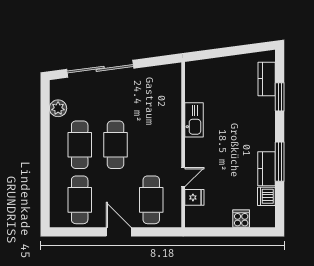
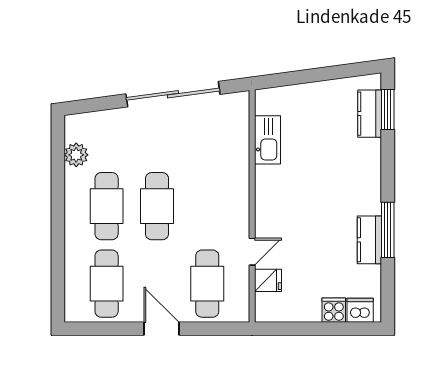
sliding door: (100, 69) -> (173, 94), moved
window: (280, 97) -> (388, 110), moved
kitchen sink: (194, 120) -> (267, 140), moved
dishwasher: (266, 196) -> (360, 310), moved, turned 90

